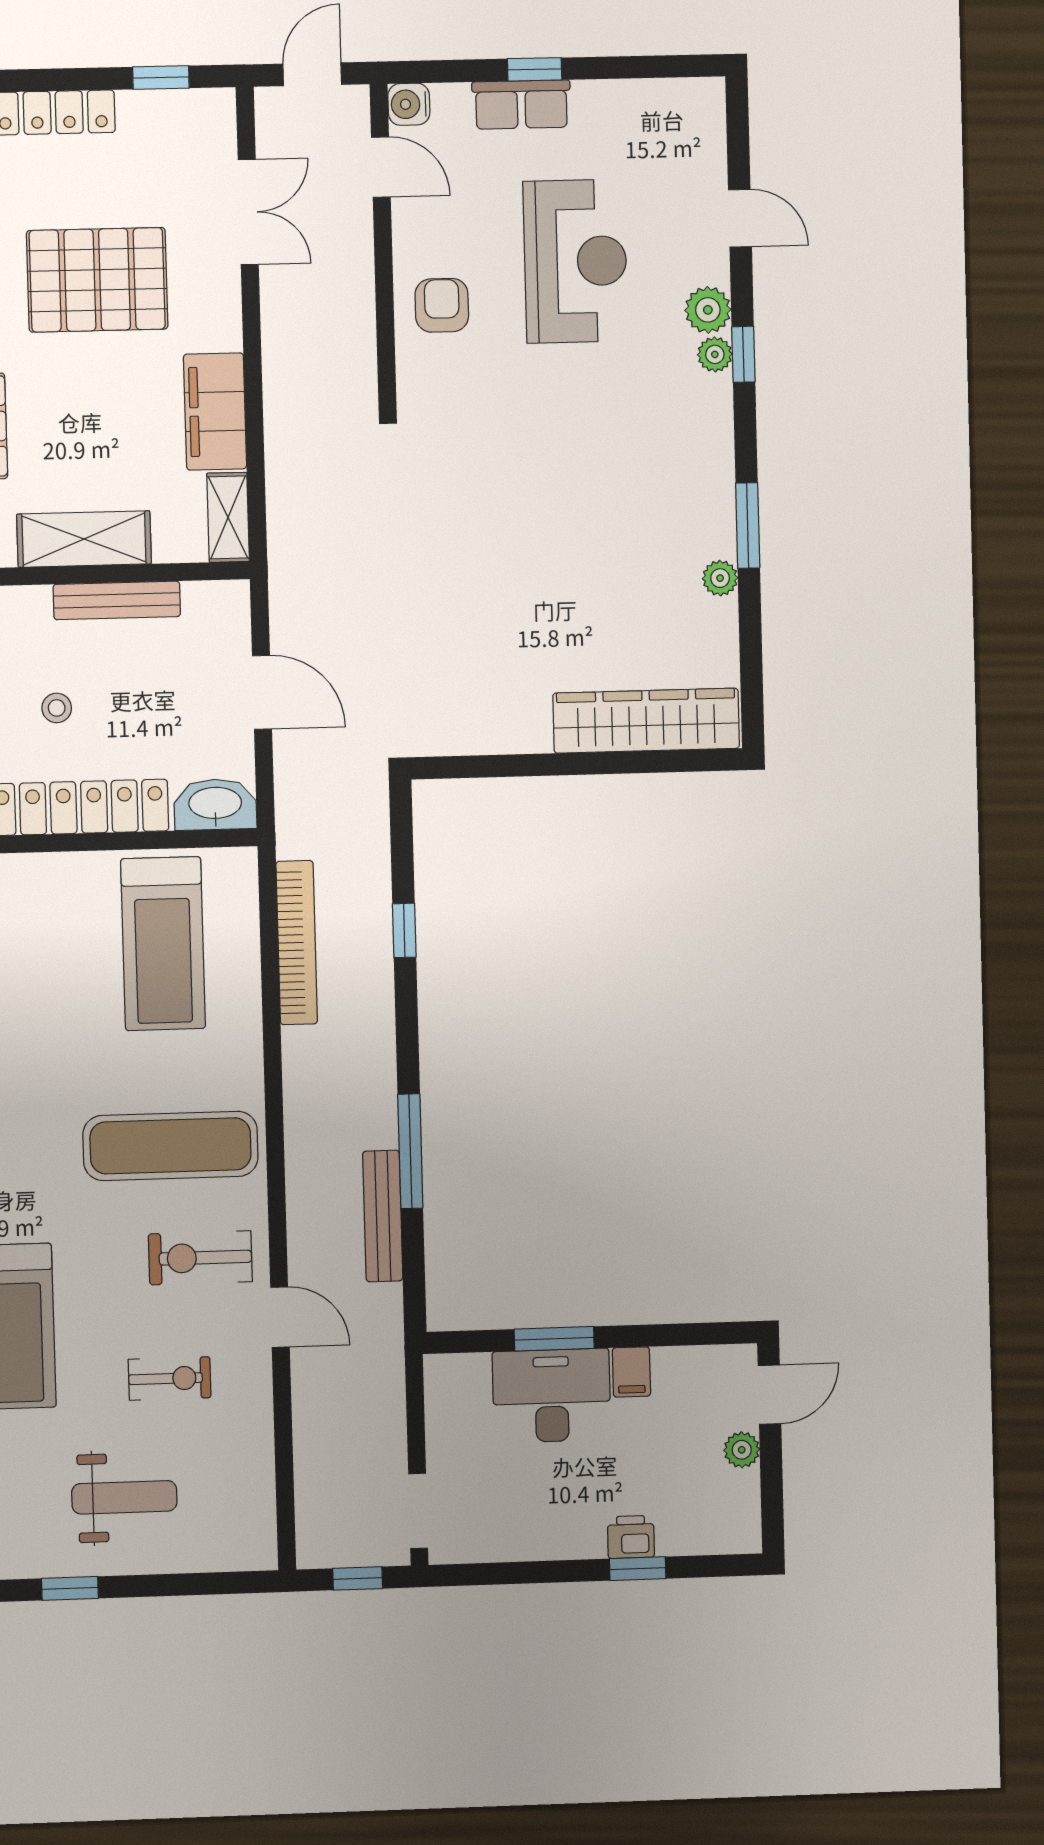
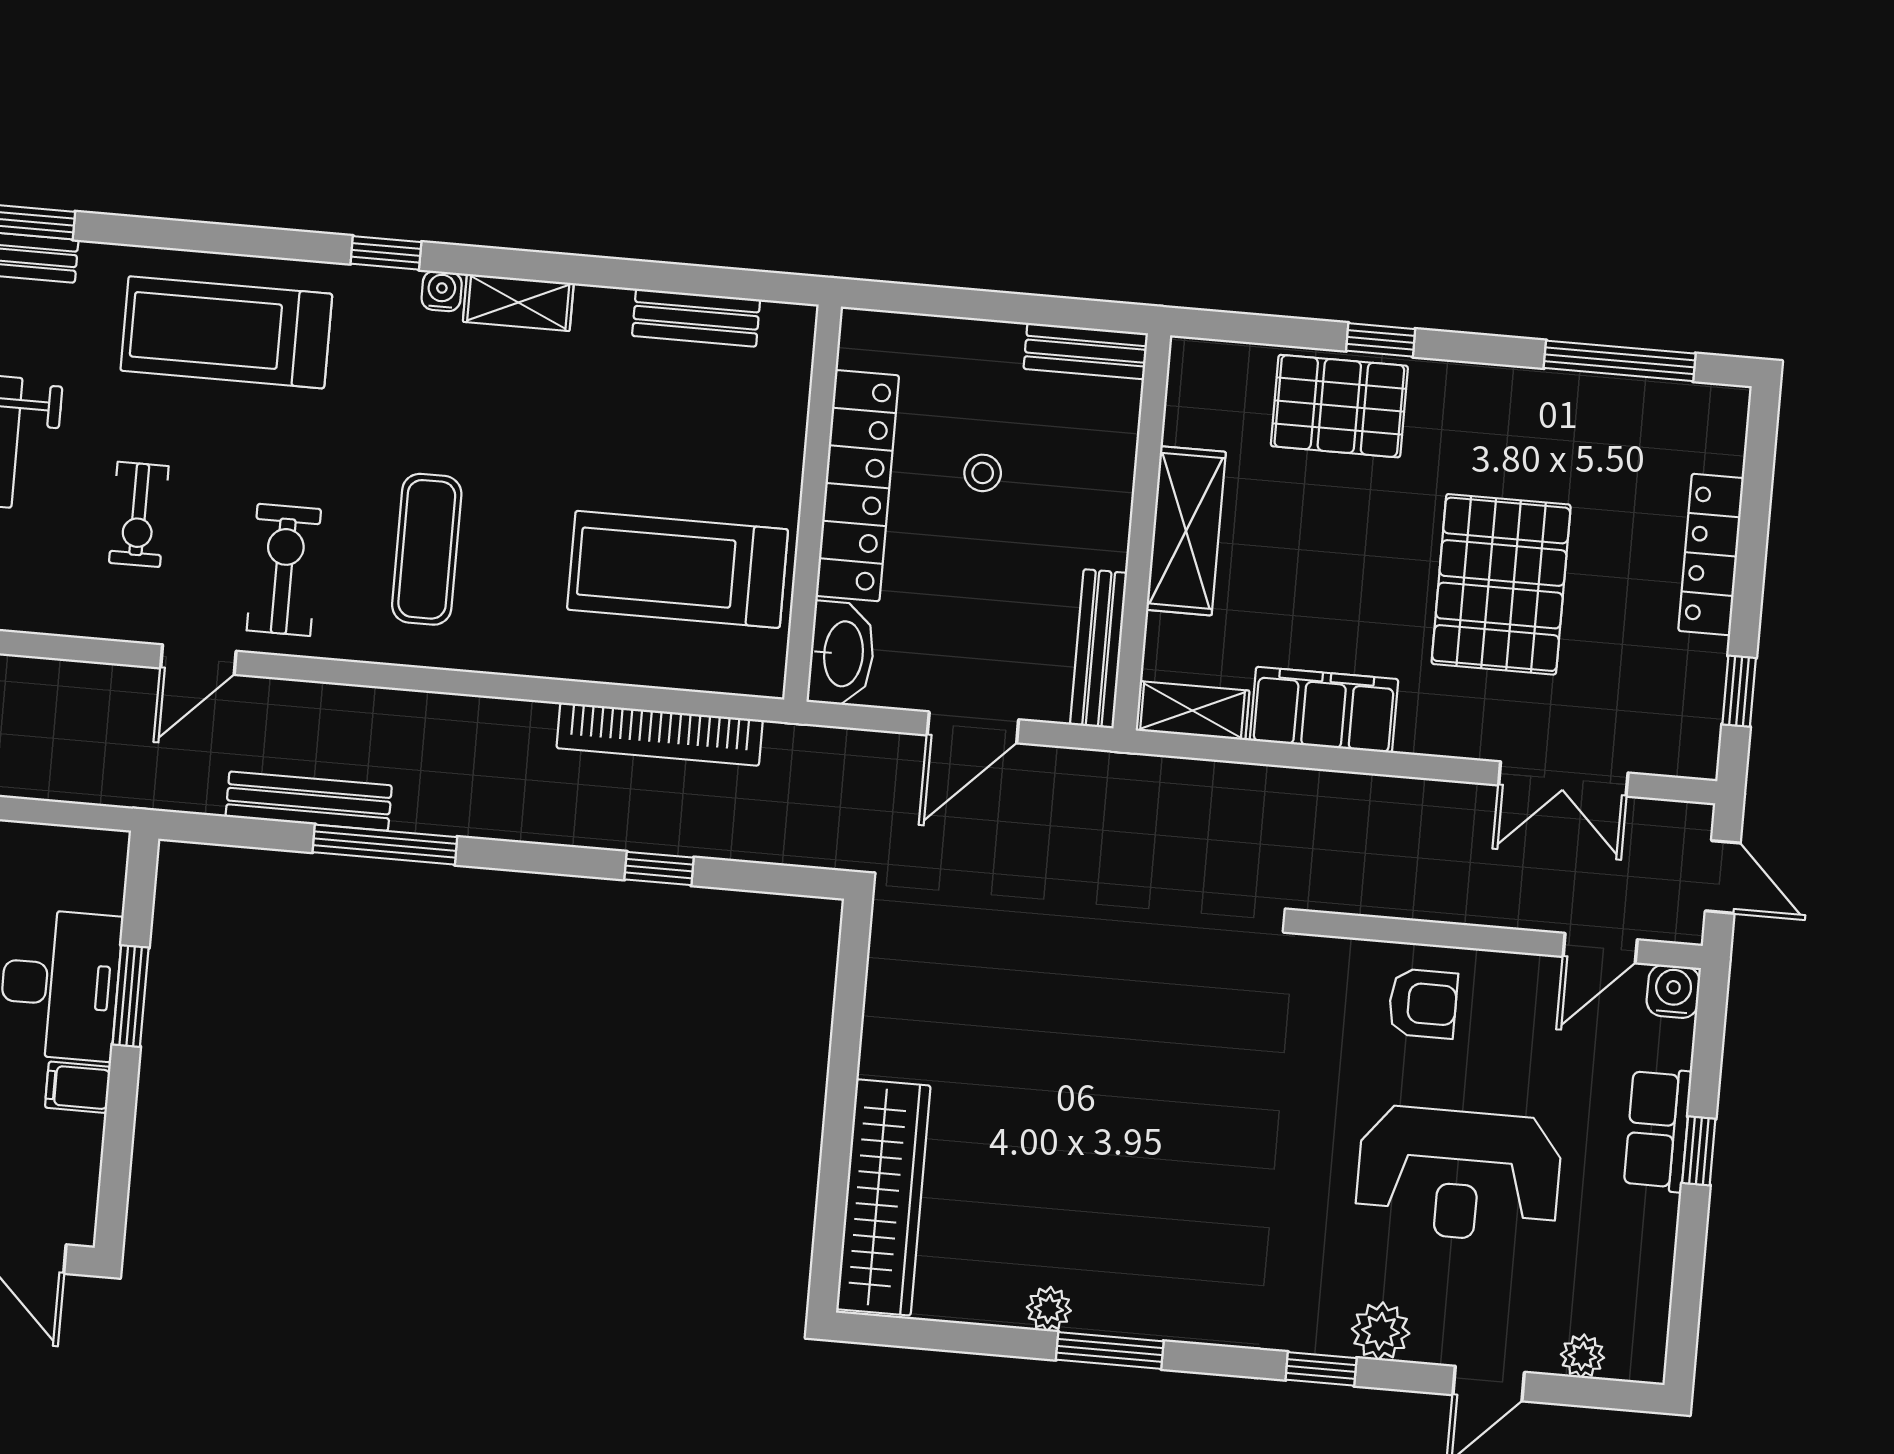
plant: (715, 354) -> (1582, 1356), moved
bench: (117, 600) -> (1099, 649), moved
exercise mat: (170, 1146) -> (427, 549), width x0.73, depth x0.69

